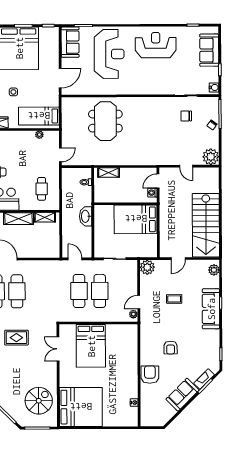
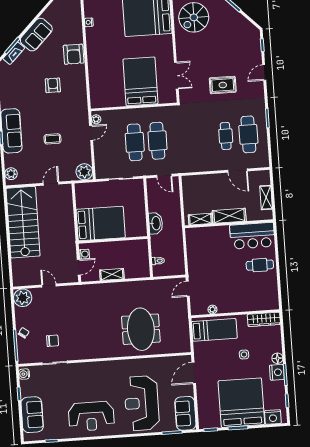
shelving: (109, 173) -> (112, 274), moved
cafe table: (42, 189) -> (206, 250), removed
cafe table: (17, 291) -> (226, 136), width x0.73, depth x0.74

